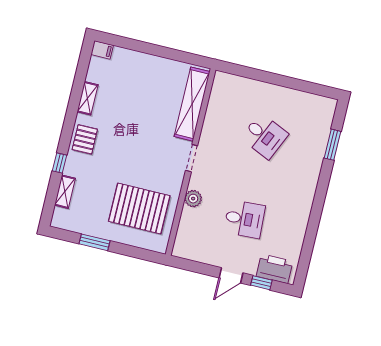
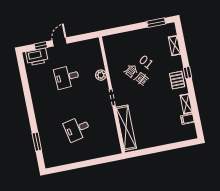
filing cabinet: (102, 50) -> (188, 119), moved
desk: (264, 136) -> (77, 129), turned -36
window: (60, 163) -> (188, 73), moved
pallet: (139, 208) -> (129, 56), removed
window: (95, 242) -> (156, 23), moved

